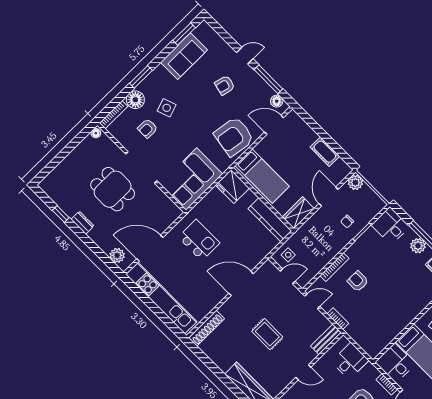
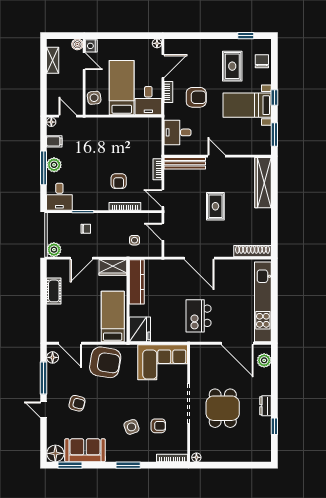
floor lamp: (135, 100) -> (55, 453), moved
side table: (288, 255) -> (135, 240), moved
bench: (326, 339) -> (185, 163), width x1.36

